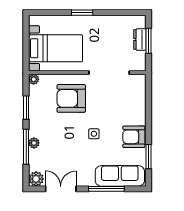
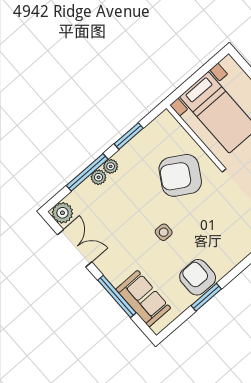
plant: (34, 79) -> (111, 166), moved
armchair: (71, 98) -> (180, 175), turned -59
window: (149, 157) -> (206, 297), moved
sofa: (120, 176) -> (143, 299), width x0.73

